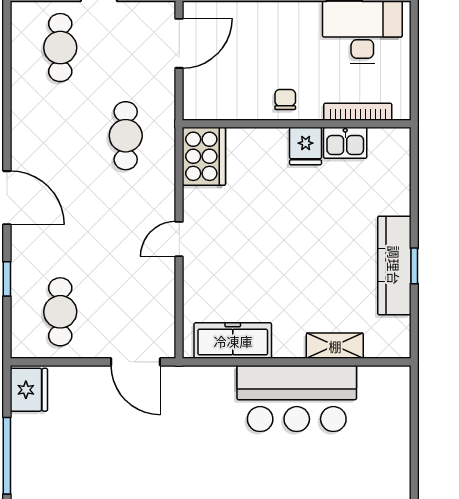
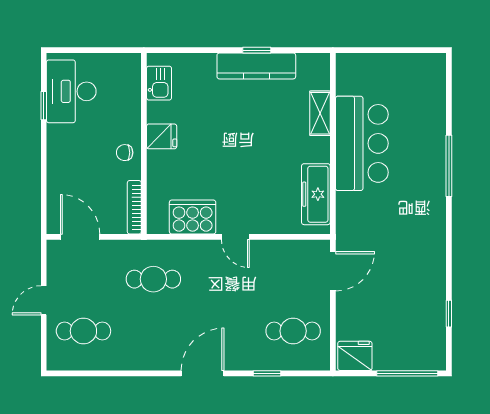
bookcase: (358, 112) -> (134, 207), moved
kitchen sink: (345, 143) -> (159, 83), moved
cooker: (204, 156) -> (193, 217), moved

